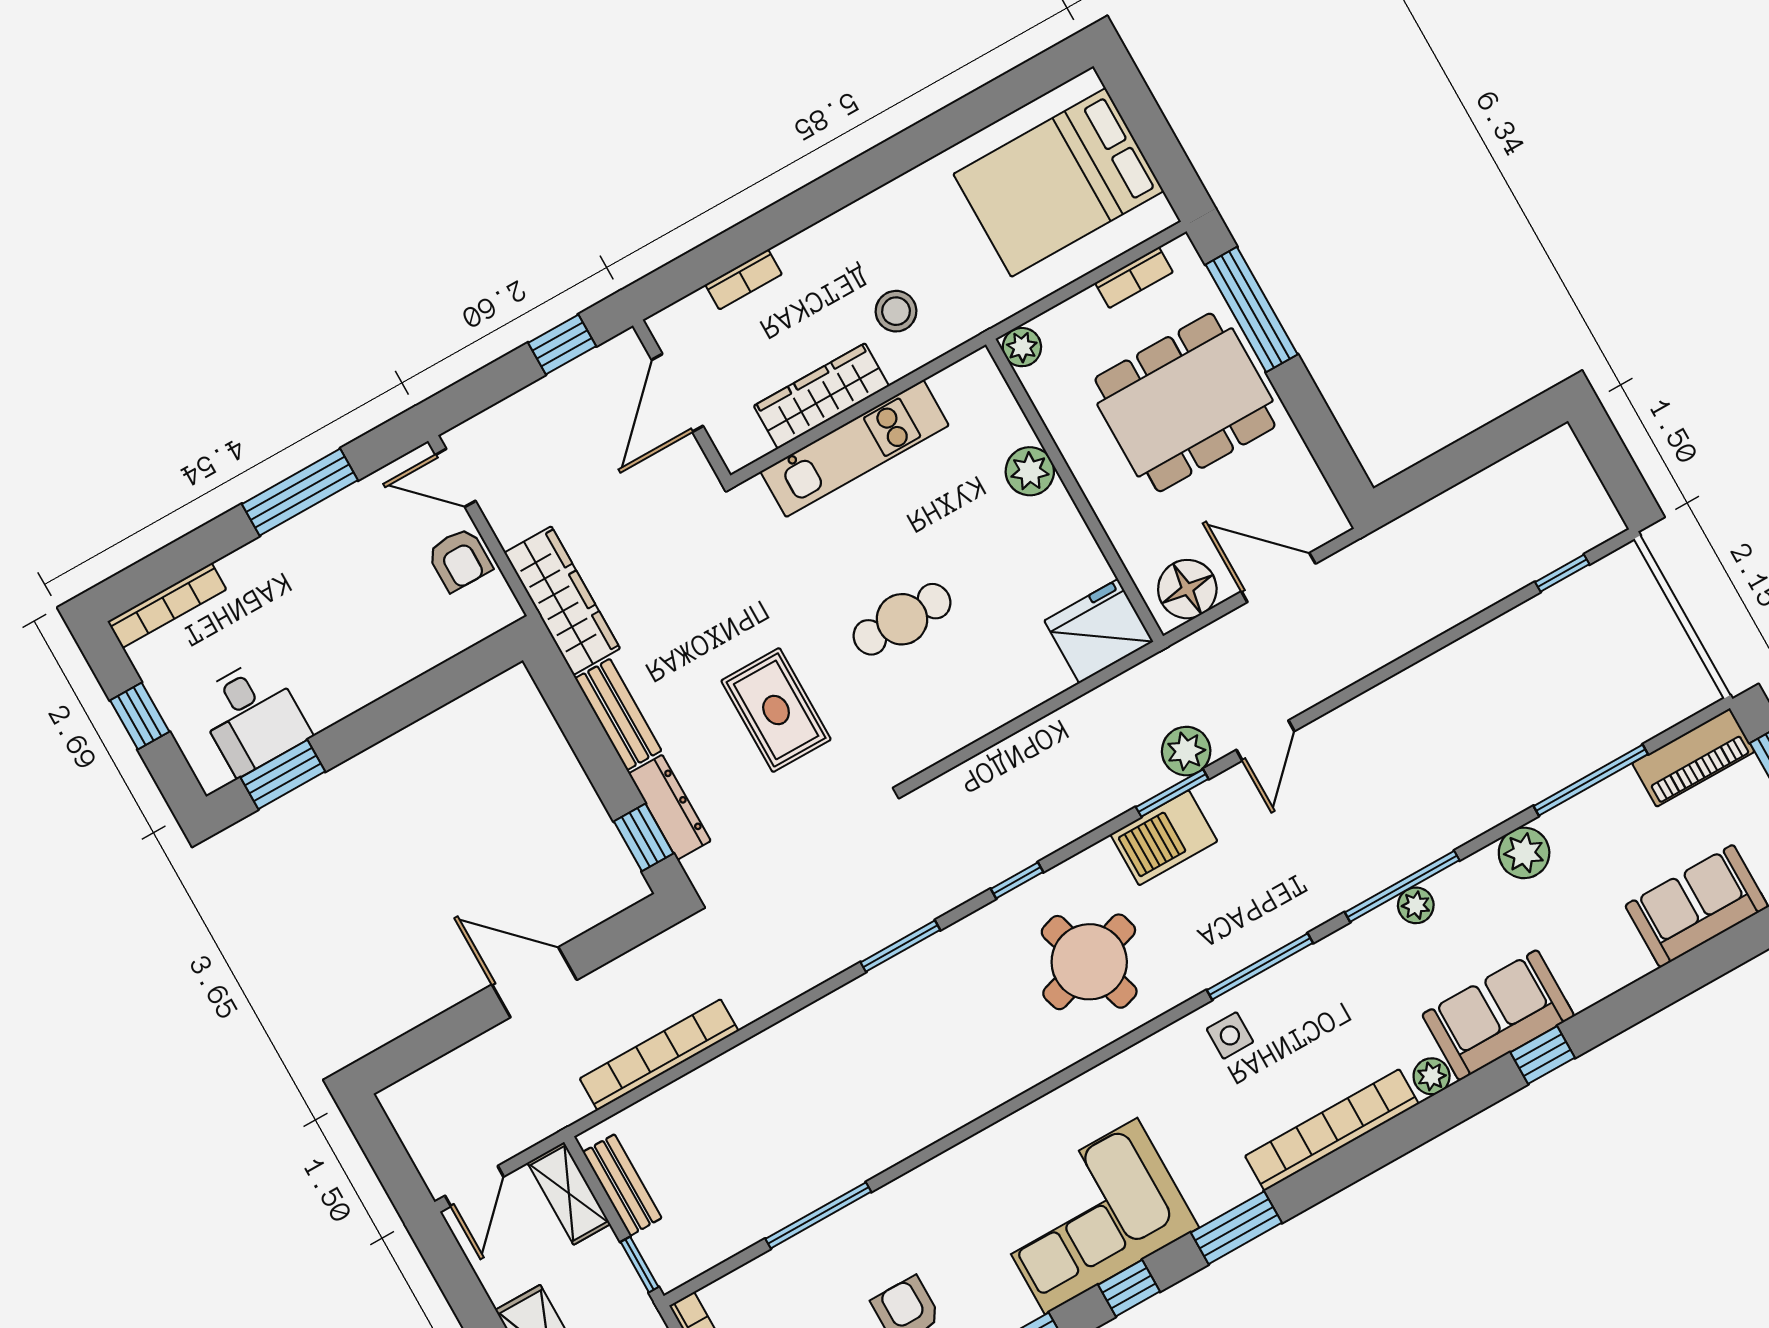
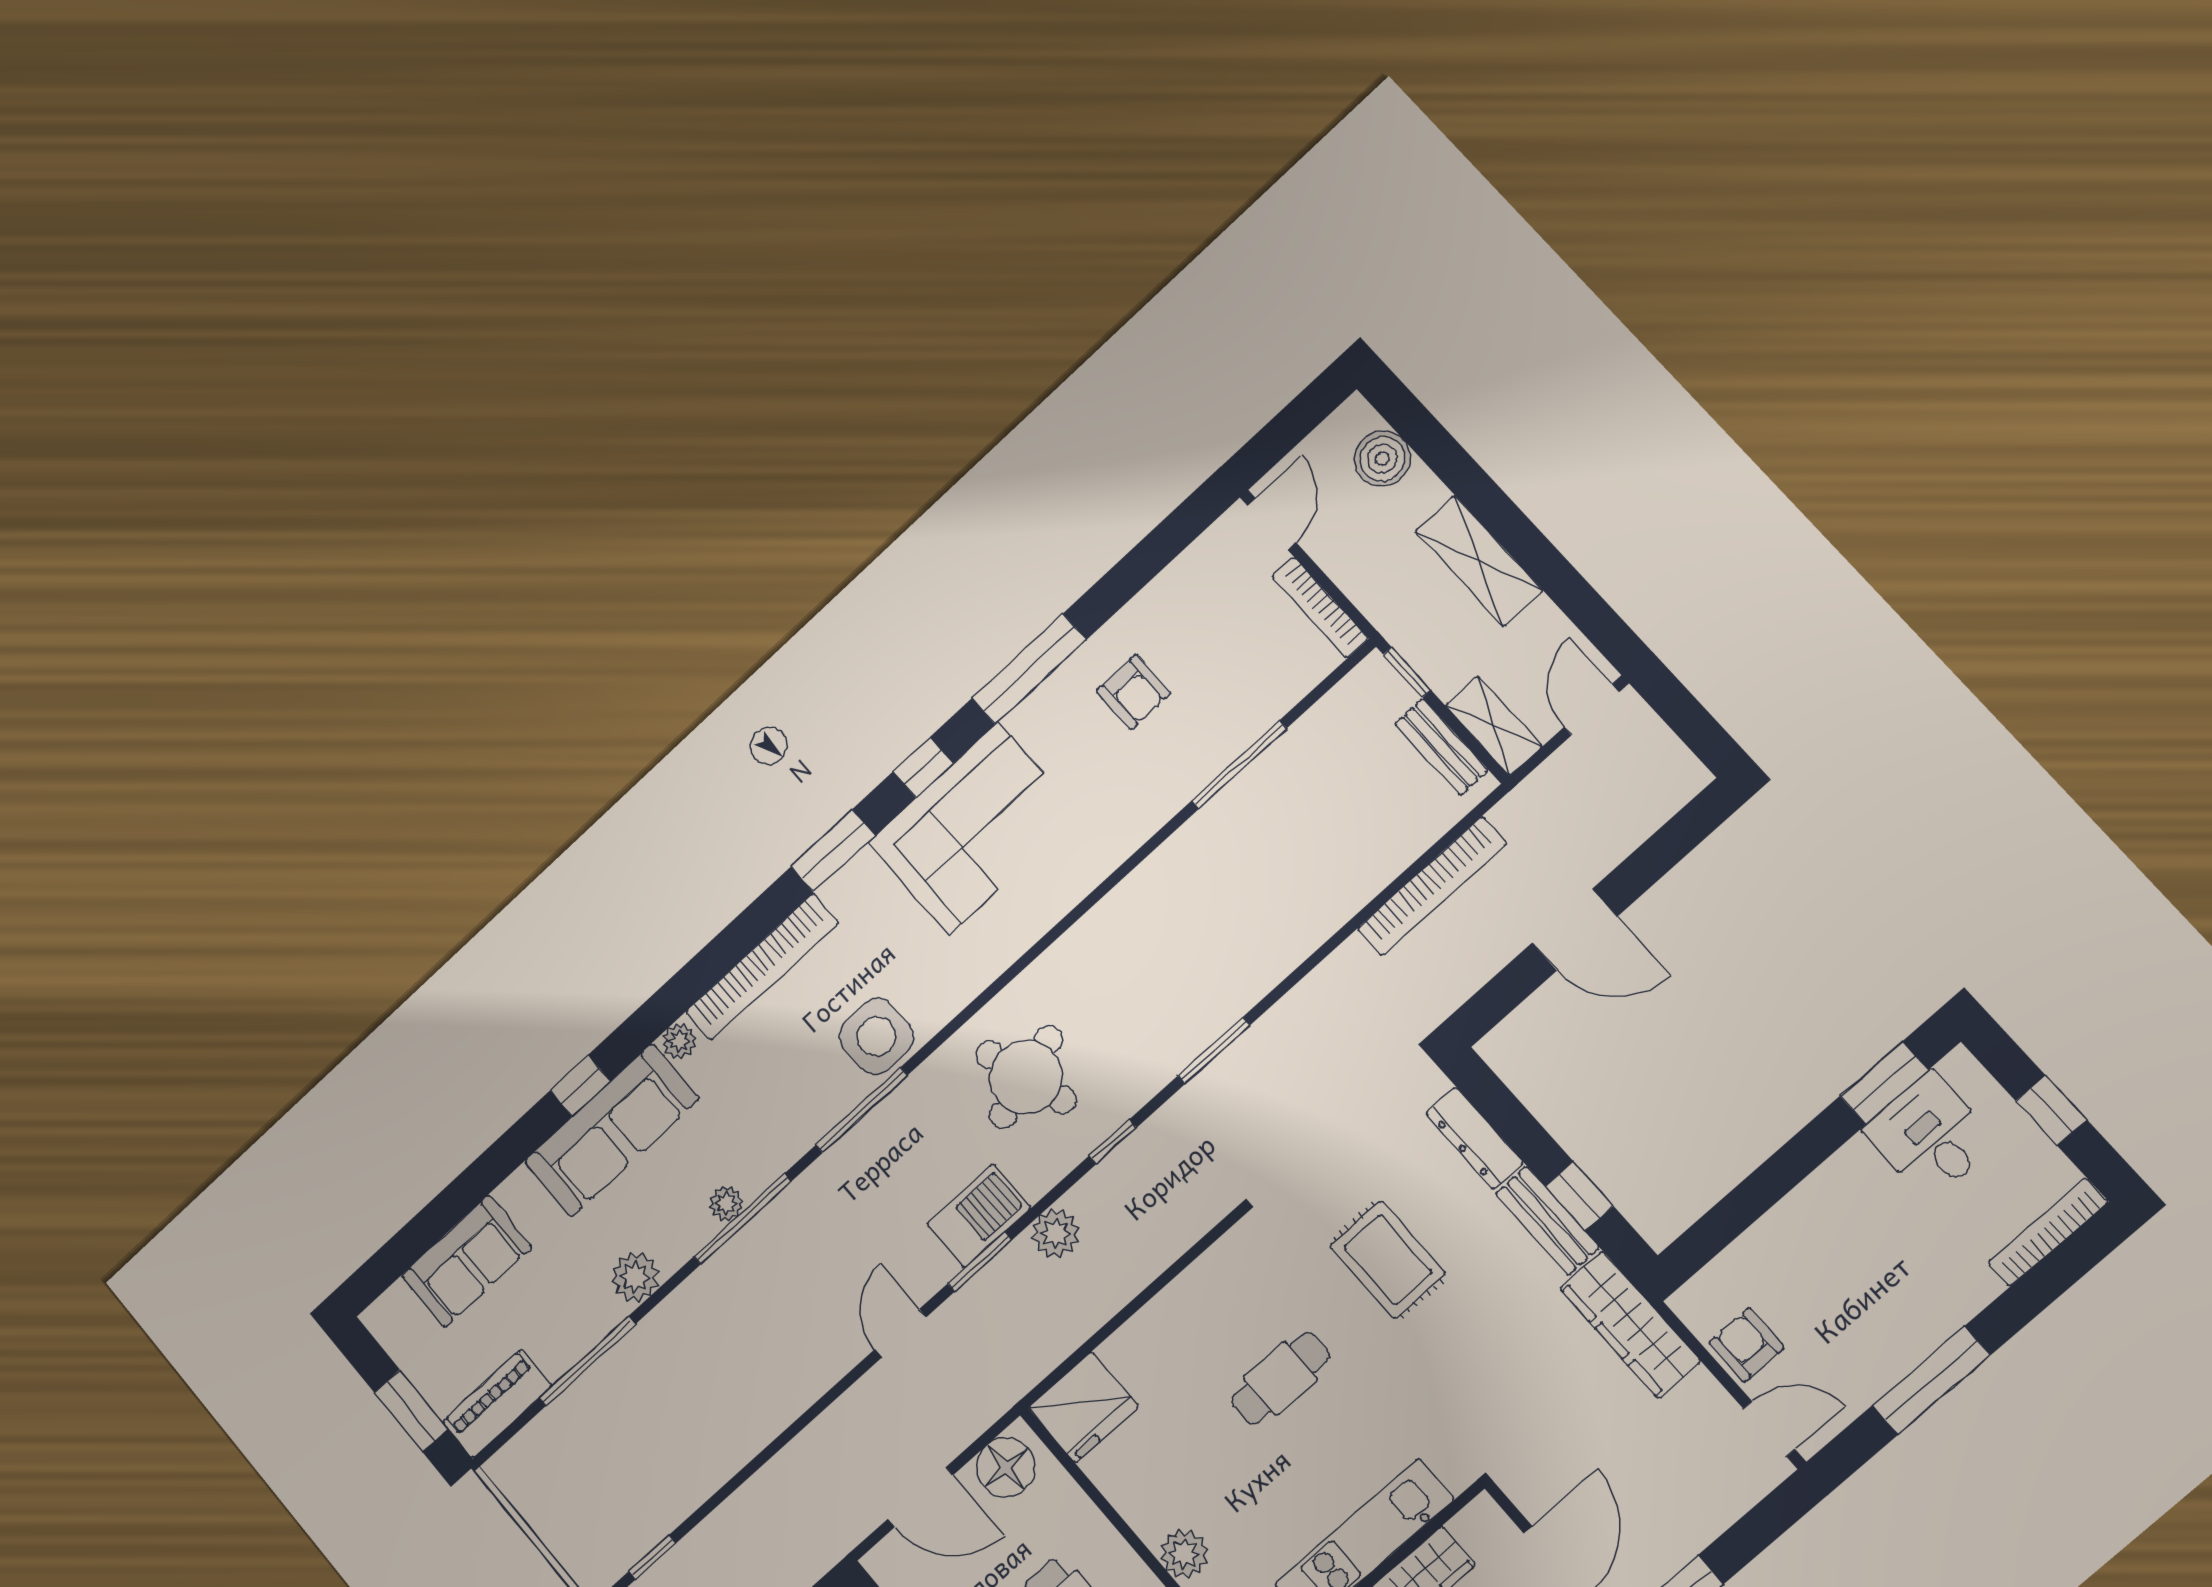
plant: (1186, 751) -> (1056, 1233), moved
window: (644, 837) -> (1579, 1196), moved
sofa: (1498, 1015) -> (611, 1130), width x1.36
side table: (1230, 1035) -> (876, 1036), width x1.87, depth x1.87

